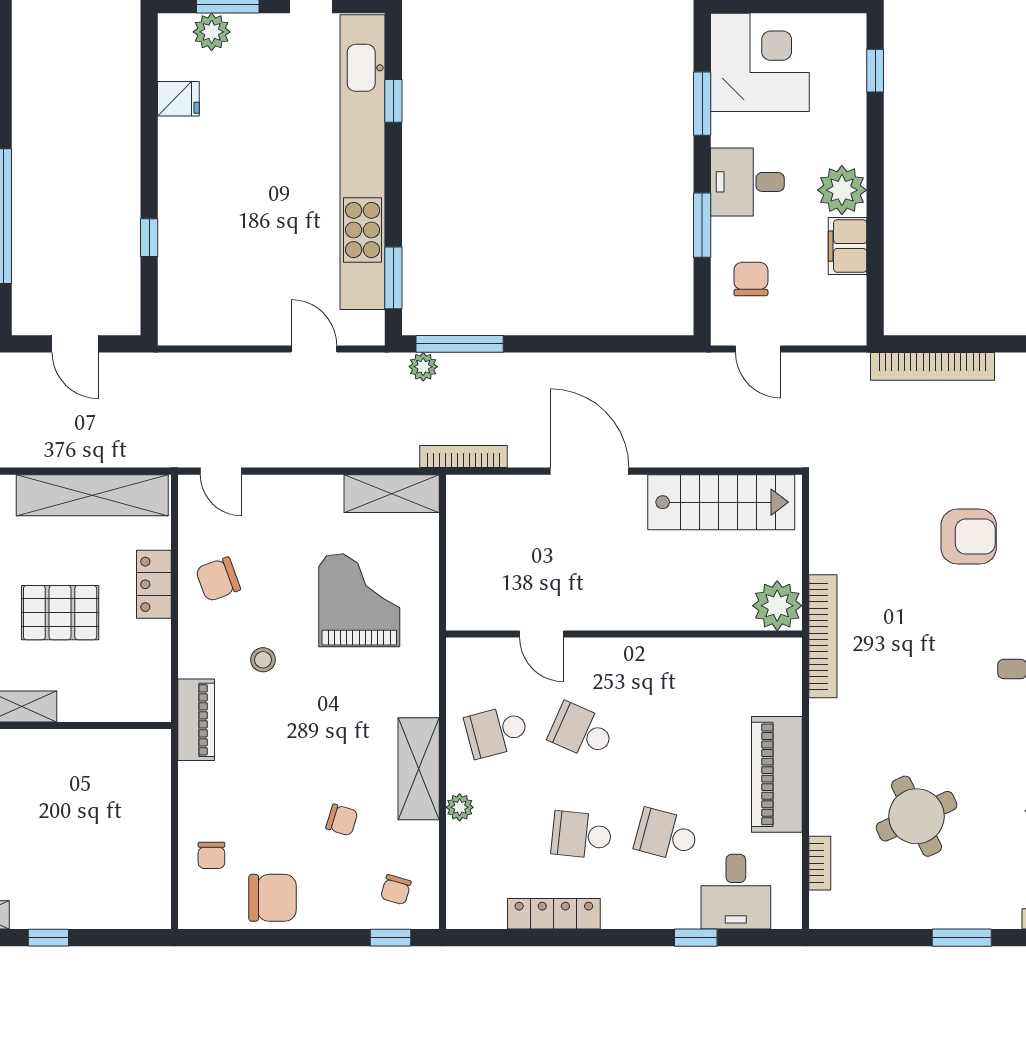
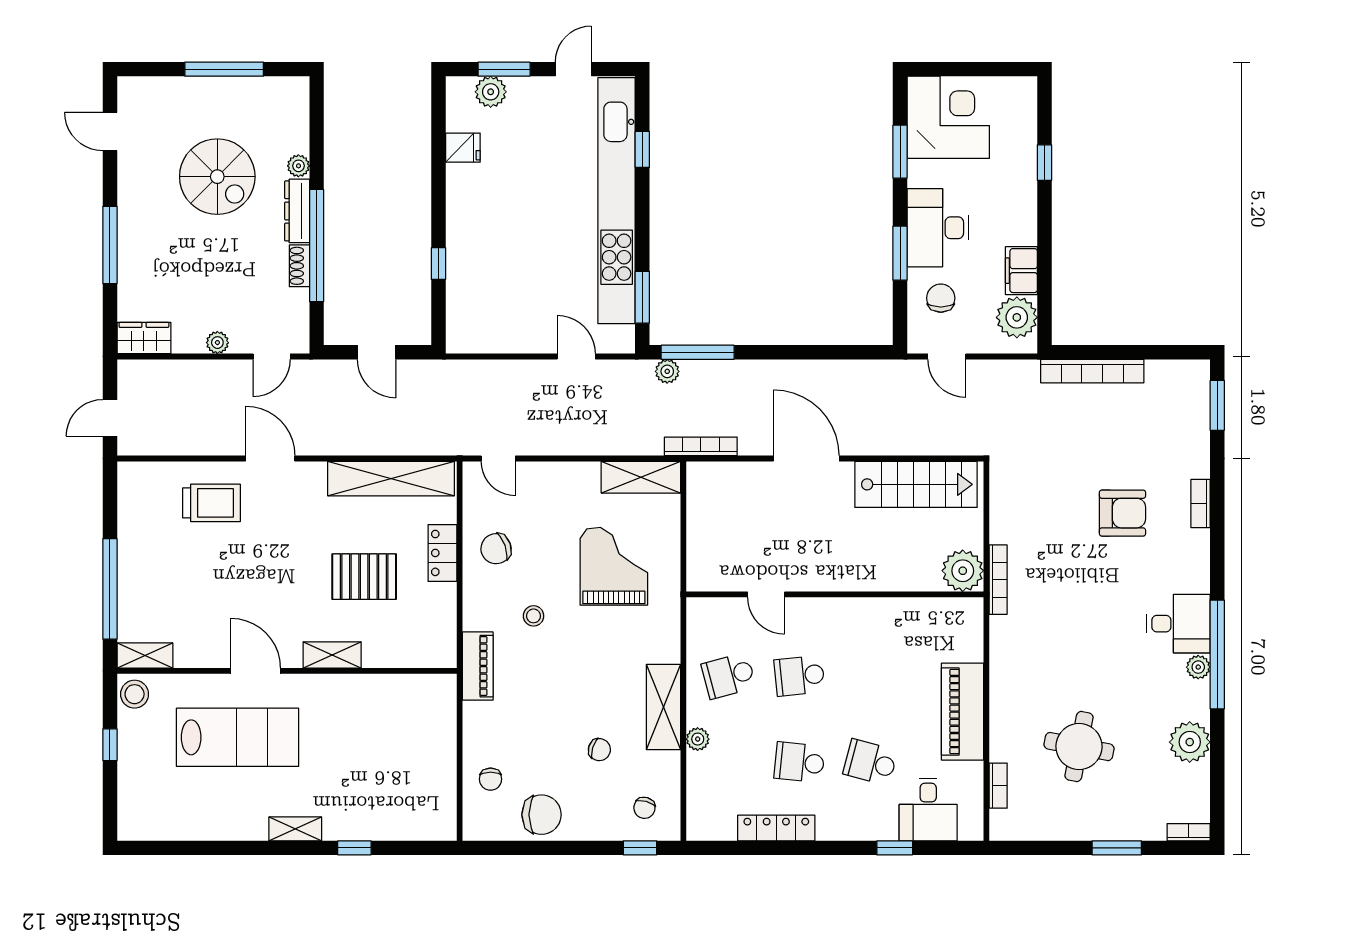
window: (875, 71) -> (1044, 163), moved
desk: (747, 182) -> (938, 228), width x1.37
plant: (842, 190) -> (1017, 317), moved
bookcase: (823, 636) -> (998, 580), width x0.68, depth x0.76
school desk: (582, 731) -> (799, 676), turned -30
round table: (916, 816) -> (1079, 747), turned 36

